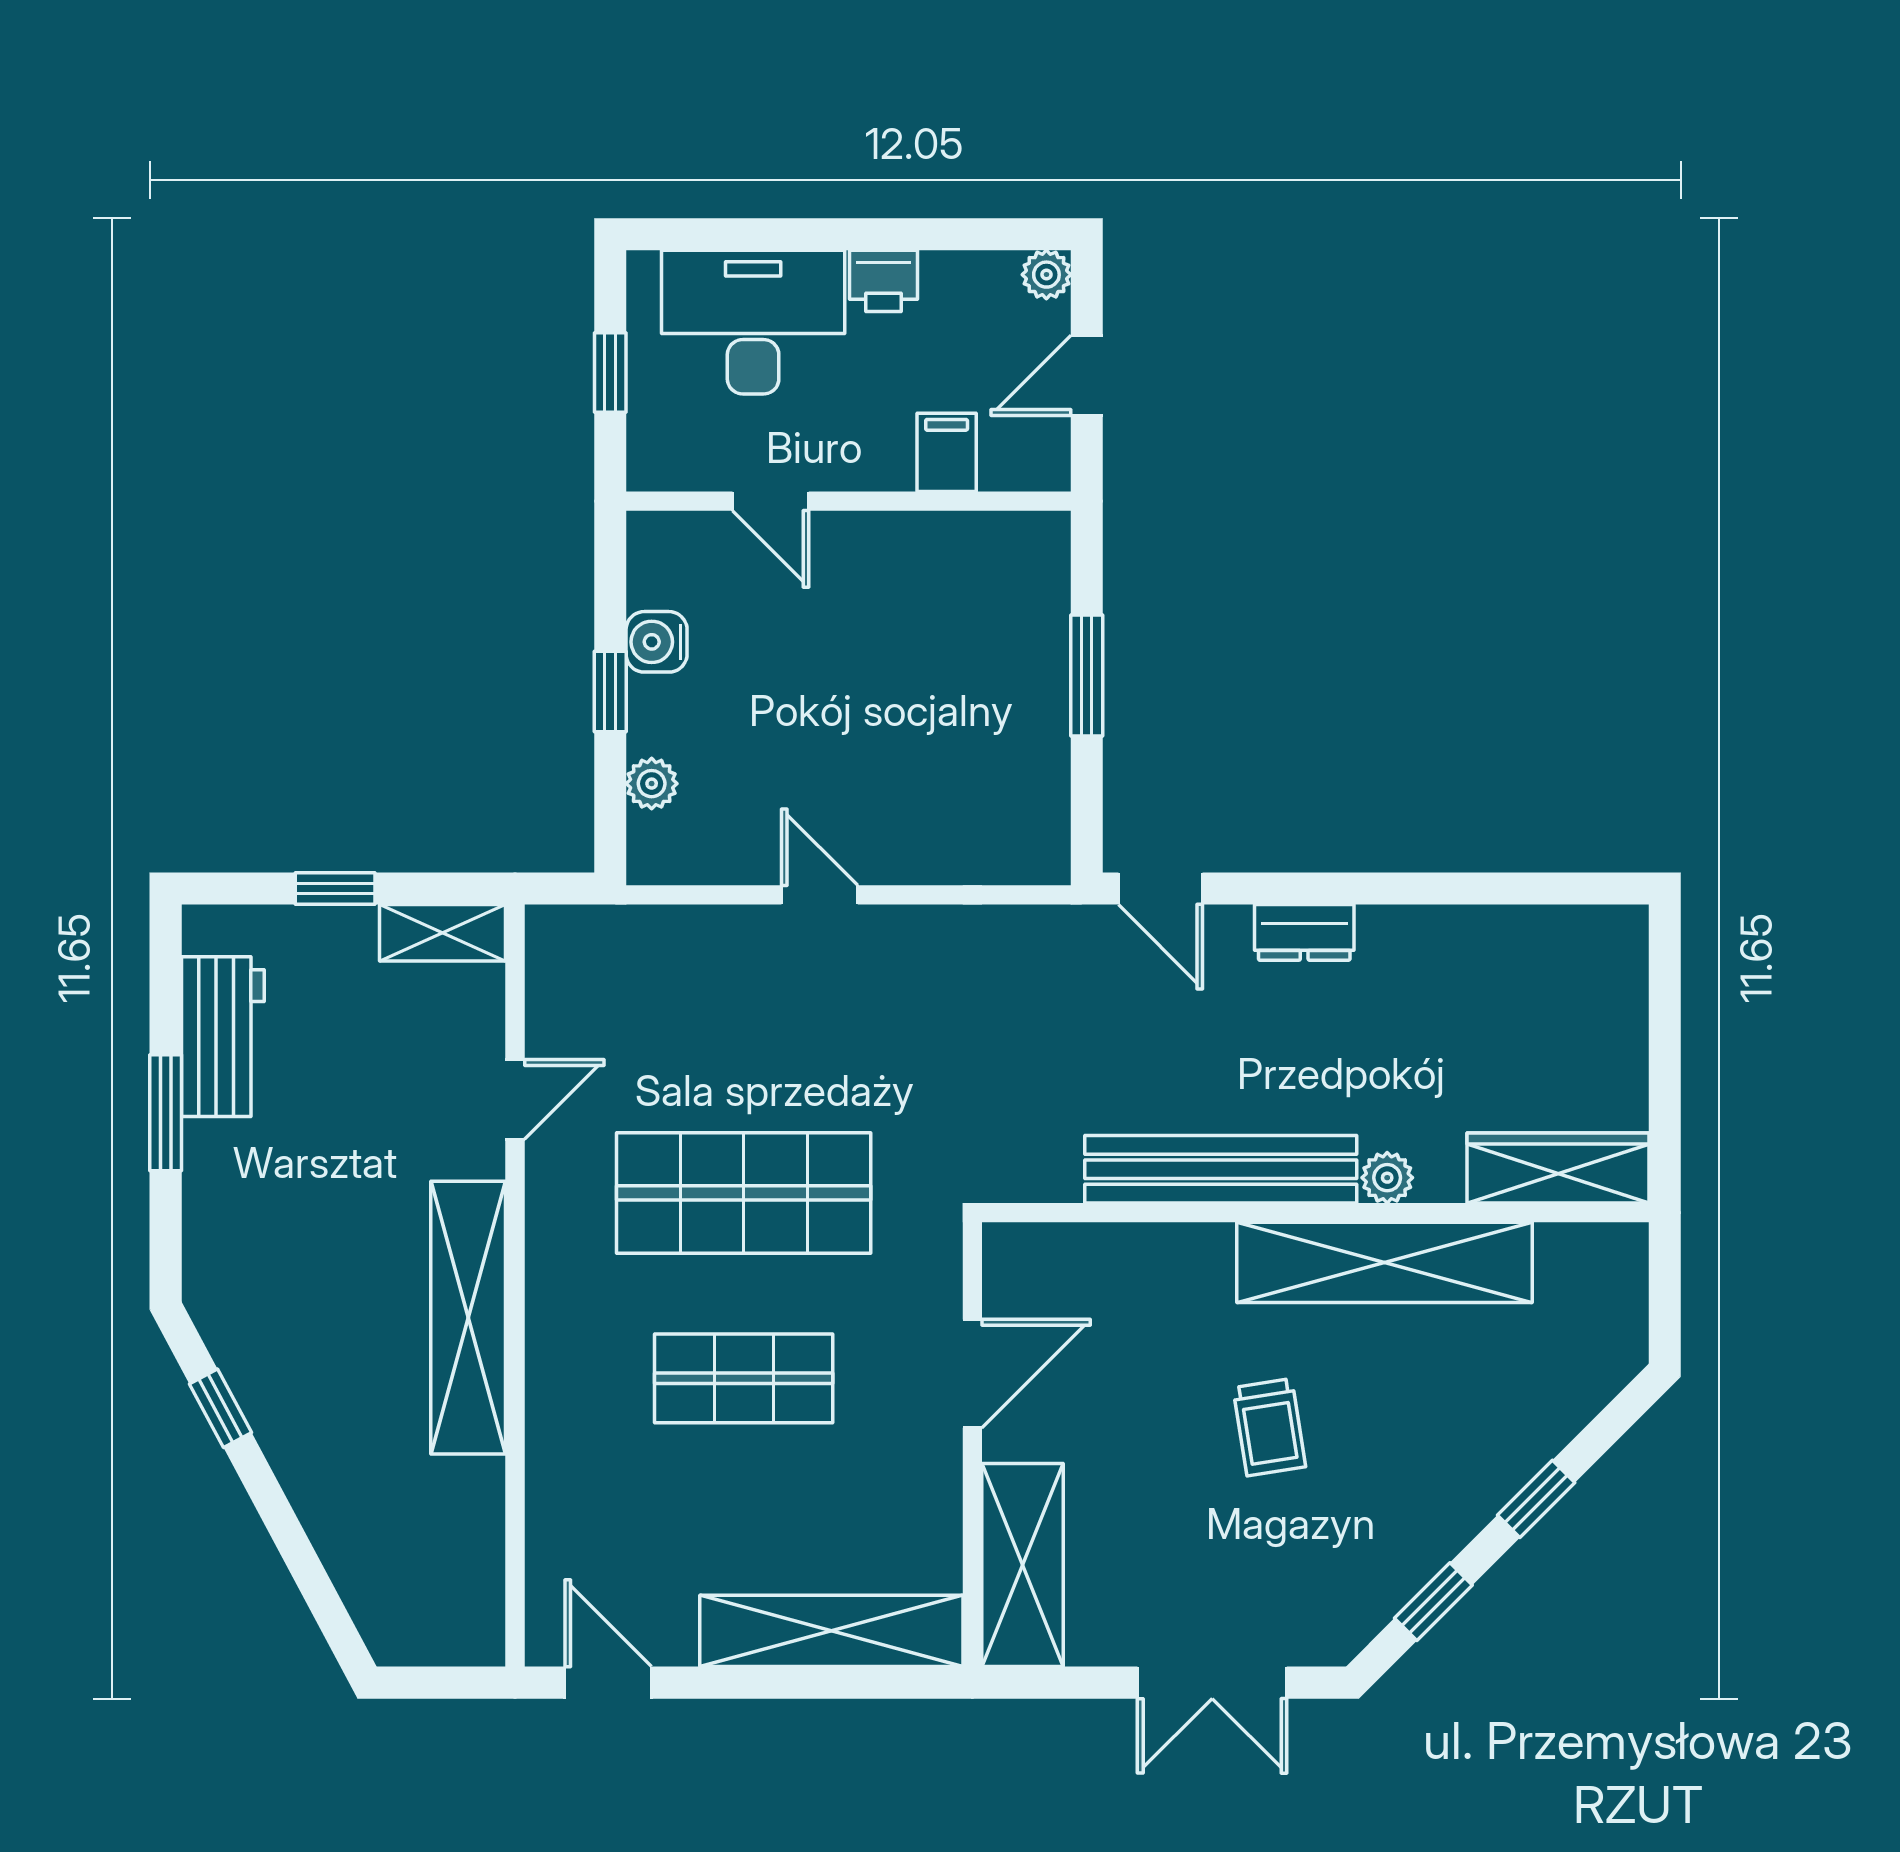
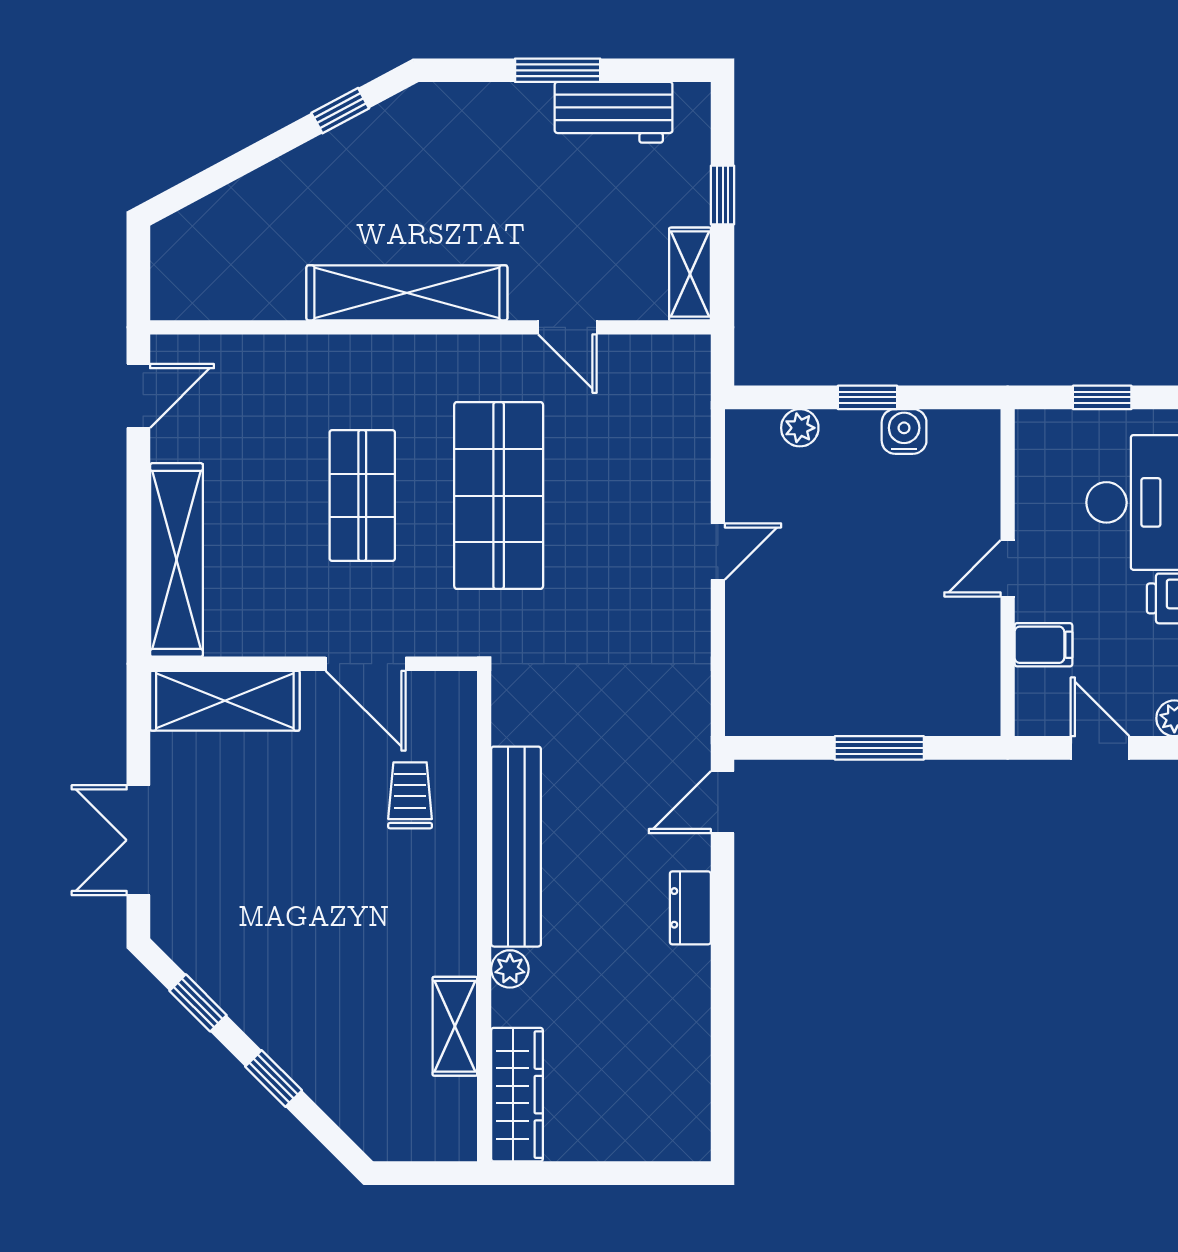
door: (771, 501) -> (1008, 568), moved
shelving: (1385, 1262) -> (455, 1026), width x0.45, depth x0.75
trolley: (1269, 1427) -> (410, 795), moved, turned 99

